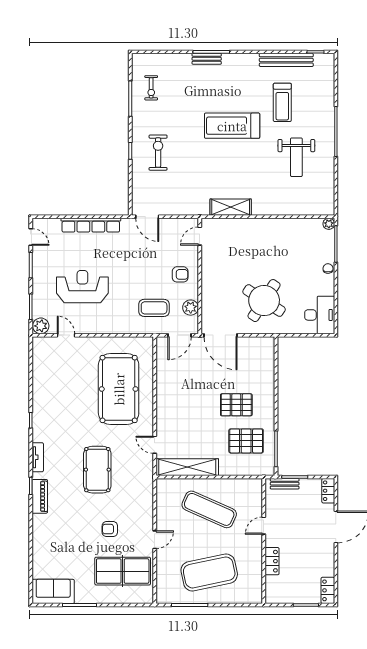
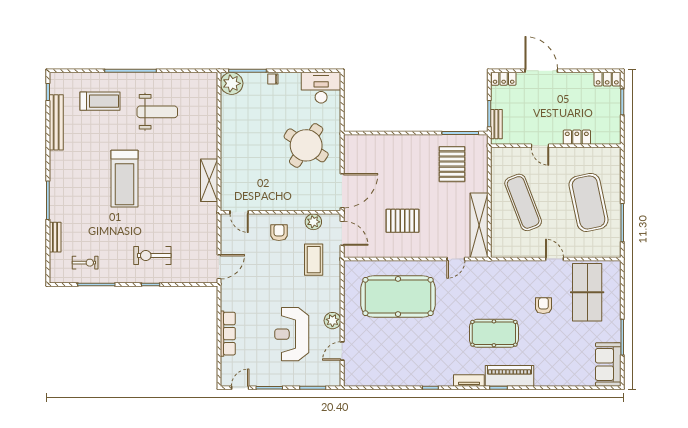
bench: (207, 59) -> (55, 237), moved
treadmill: (282, 102) -> (100, 101), moved
plant: (329, 224) -> (232, 83), width x1.87, depth x1.87
row of seats: (91, 225) -> (228, 334), width x0.73
plant: (41, 326) -> (332, 321), moved
pallet: (236, 405) -> (403, 221), moved, turned 90
pool table: (97, 470) -> (494, 333), moved
piano: (40, 496) -> (509, 376), width x1.37, depth x1.33
exercise mat: (209, 509) -> (523, 202), turned -45
armchair: (110, 529) -> (543, 306), turned 180

